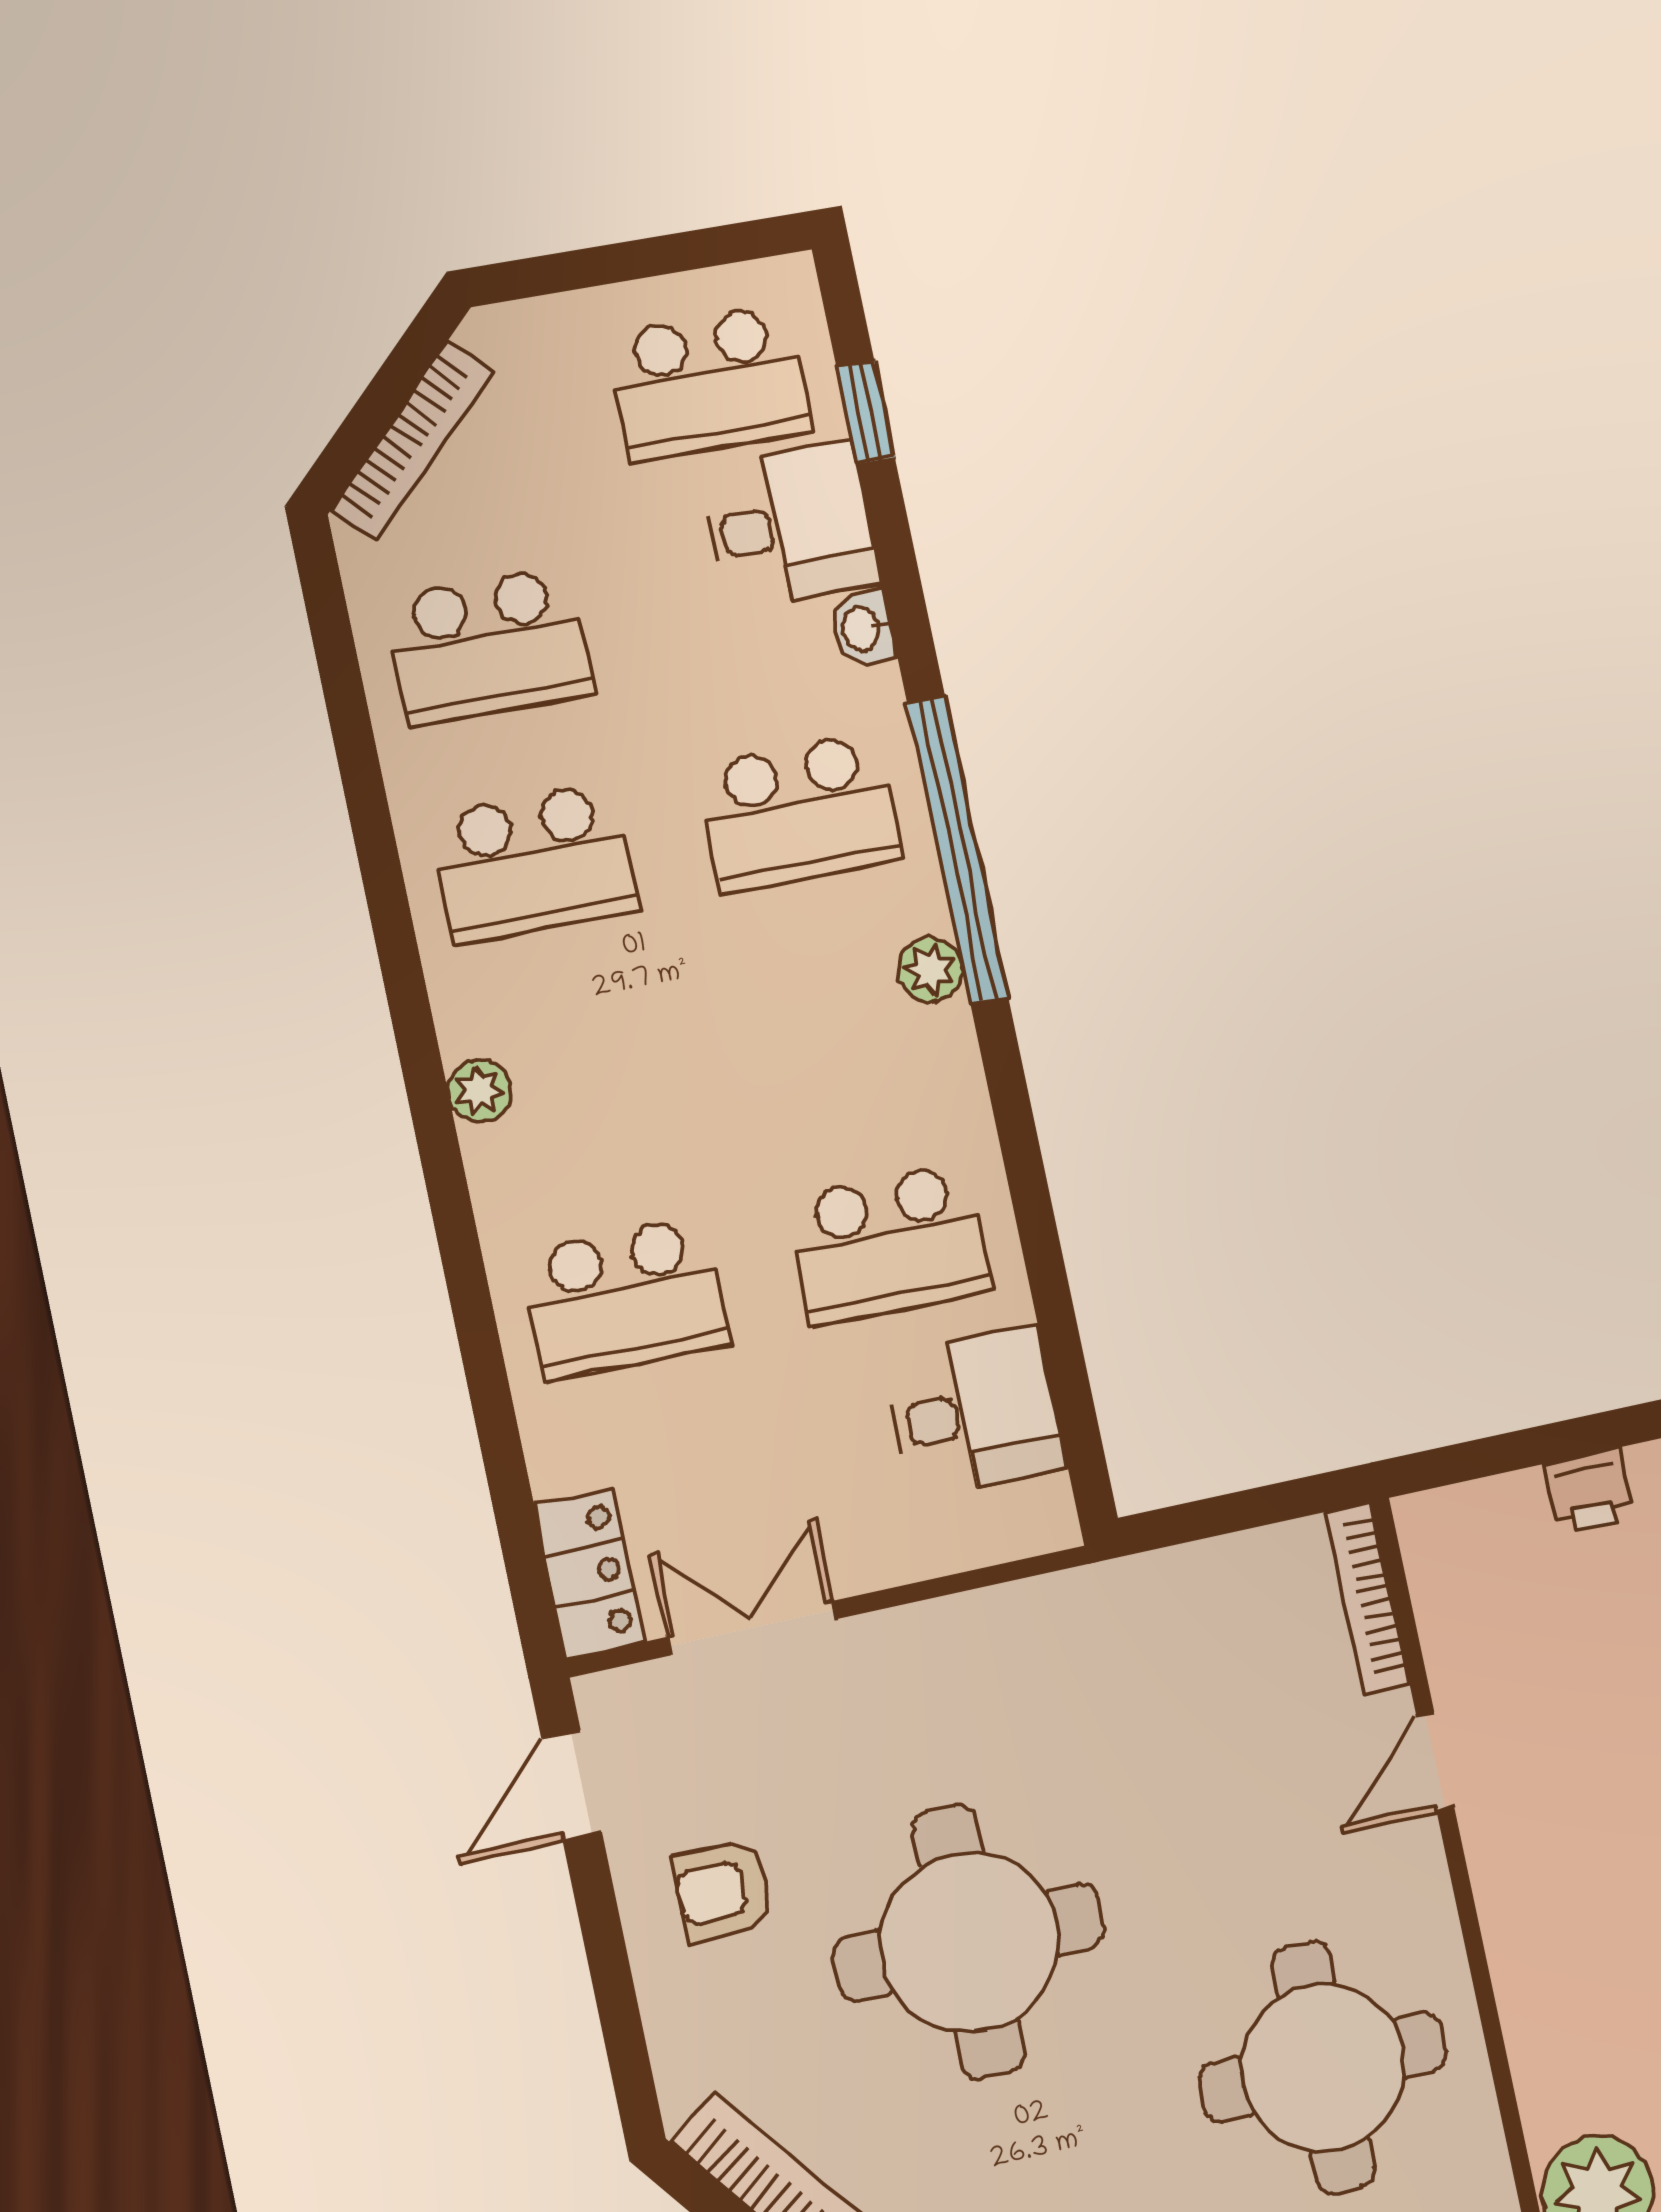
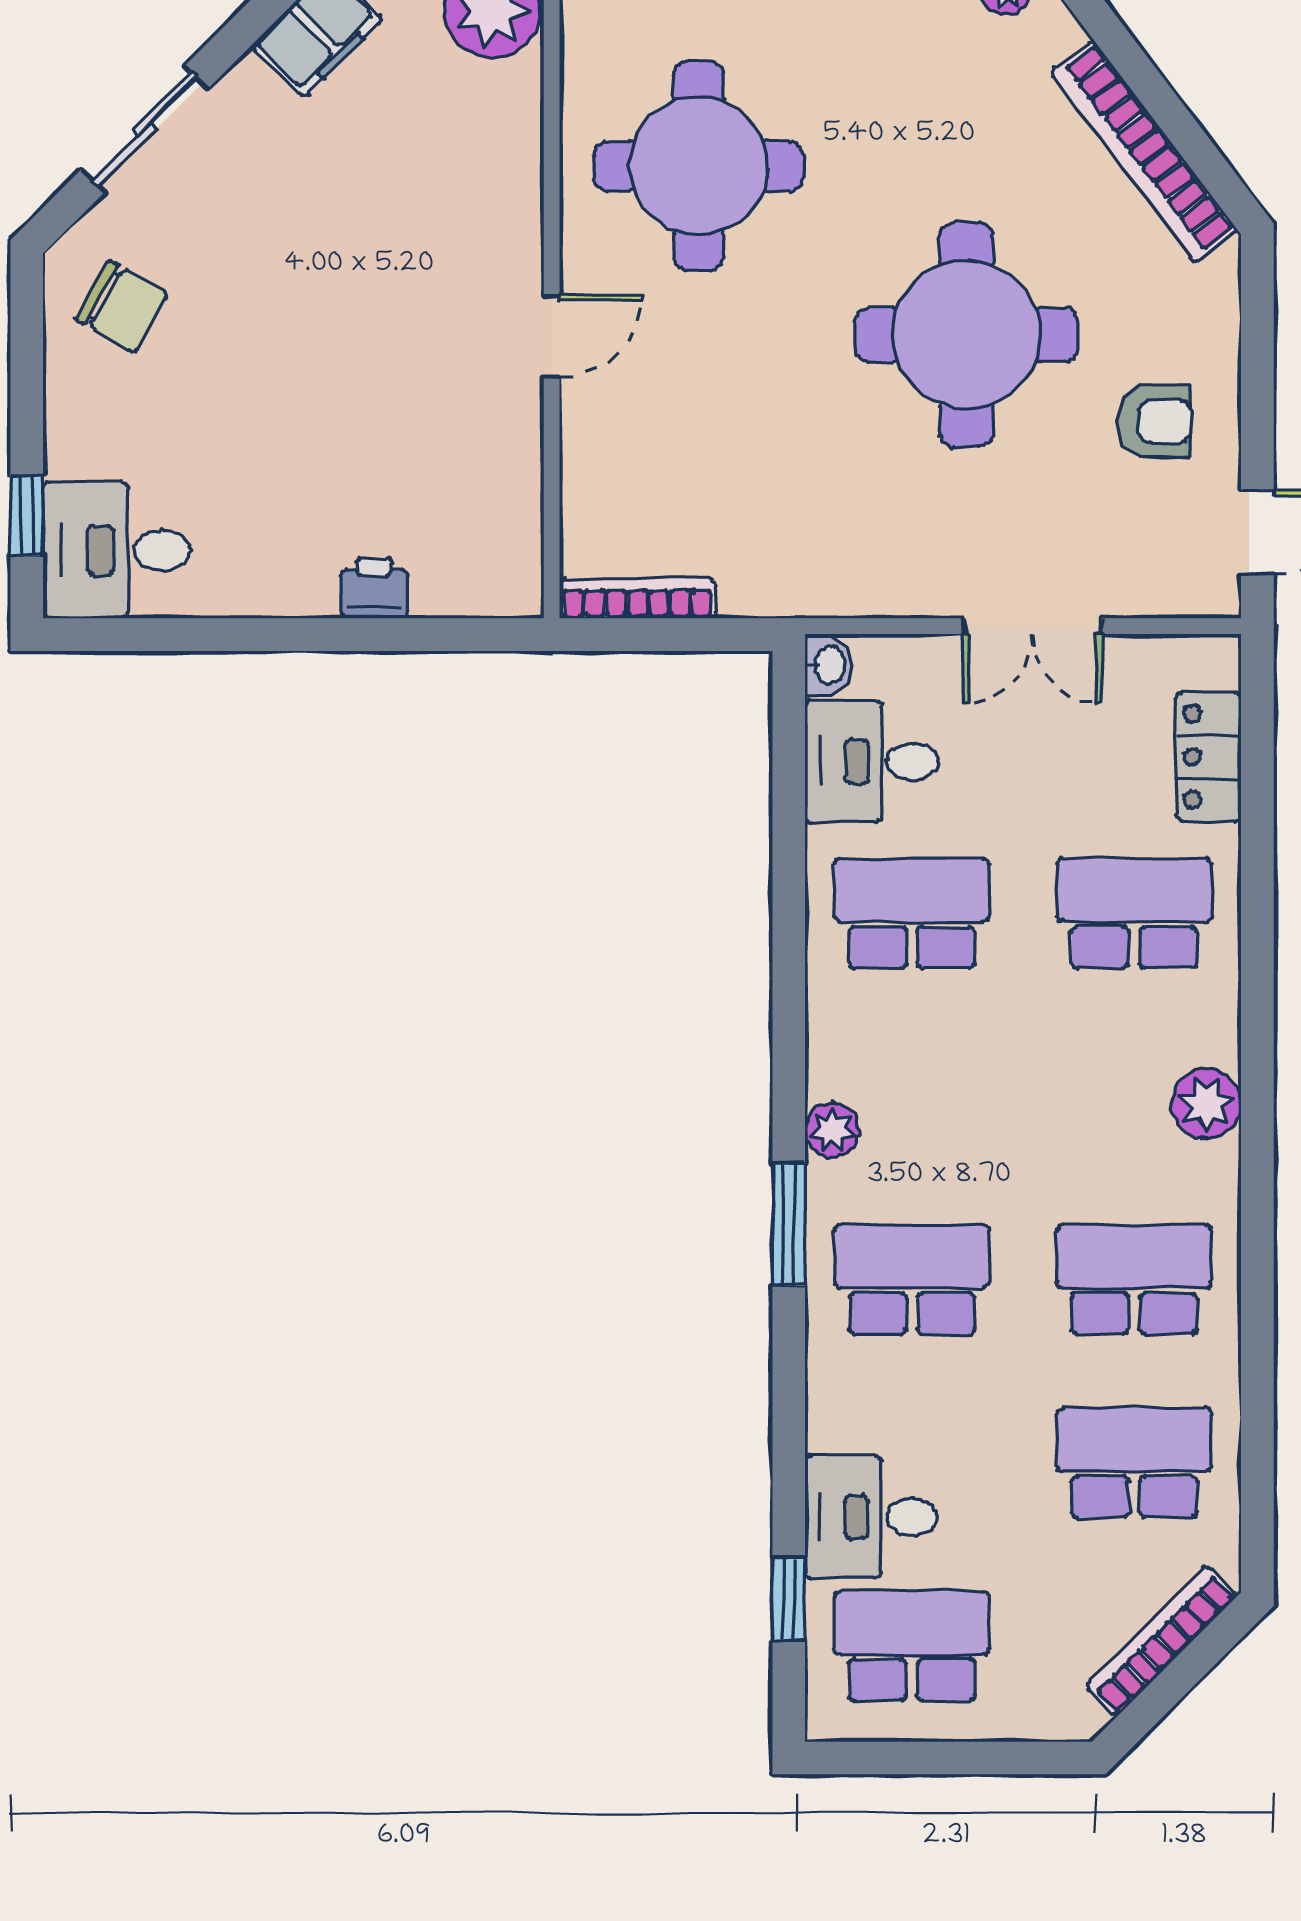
washbasin: (863, 629) -> (829, 665), moved
window: (958, 850) -> (789, 1224), width x0.47
plant: (479, 1091) -> (1206, 1104), width x1.38, depth x1.38
locker: (589, 1573) -> (1209, 757), moved
bookcase: (1368, 1598) -> (637, 599), moved, turned -90
double door: (752, 1628) -> (1032, 626), moved
door: (1435, 1761) -> (552, 336), moved

